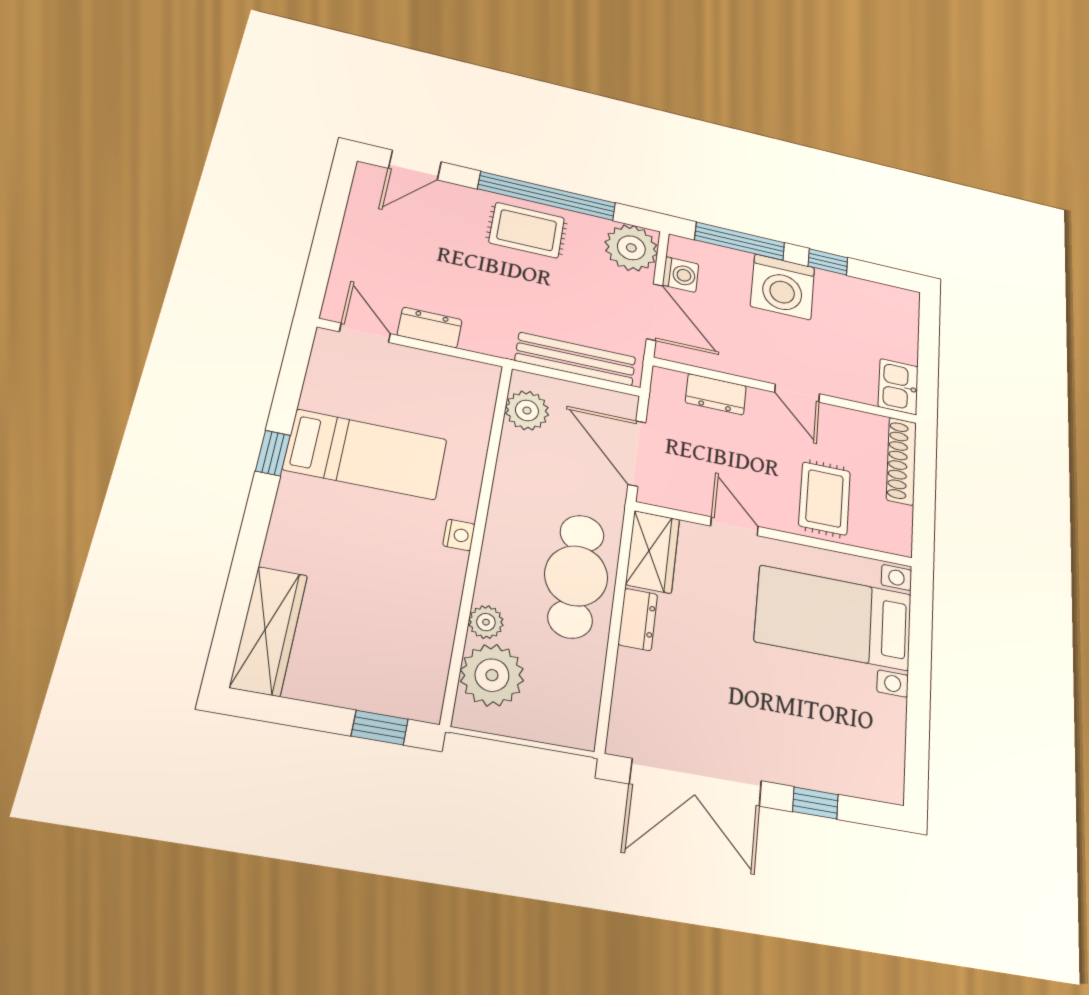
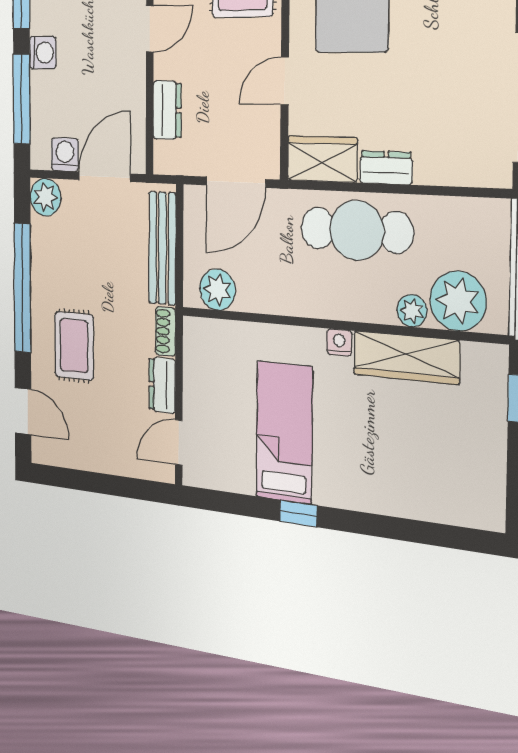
rug: (527, 230) -> (74, 346), moved
plant: (631, 248) -> (46, 197), width x0.73, depth x0.73
washing machine: (783, 287) -> (43, 53), width x0.53, depth x0.53
shoe rack: (488, 344) -> (165, 331), added
wardrobe: (269, 631) -> (406, 358), moved, turned 180

